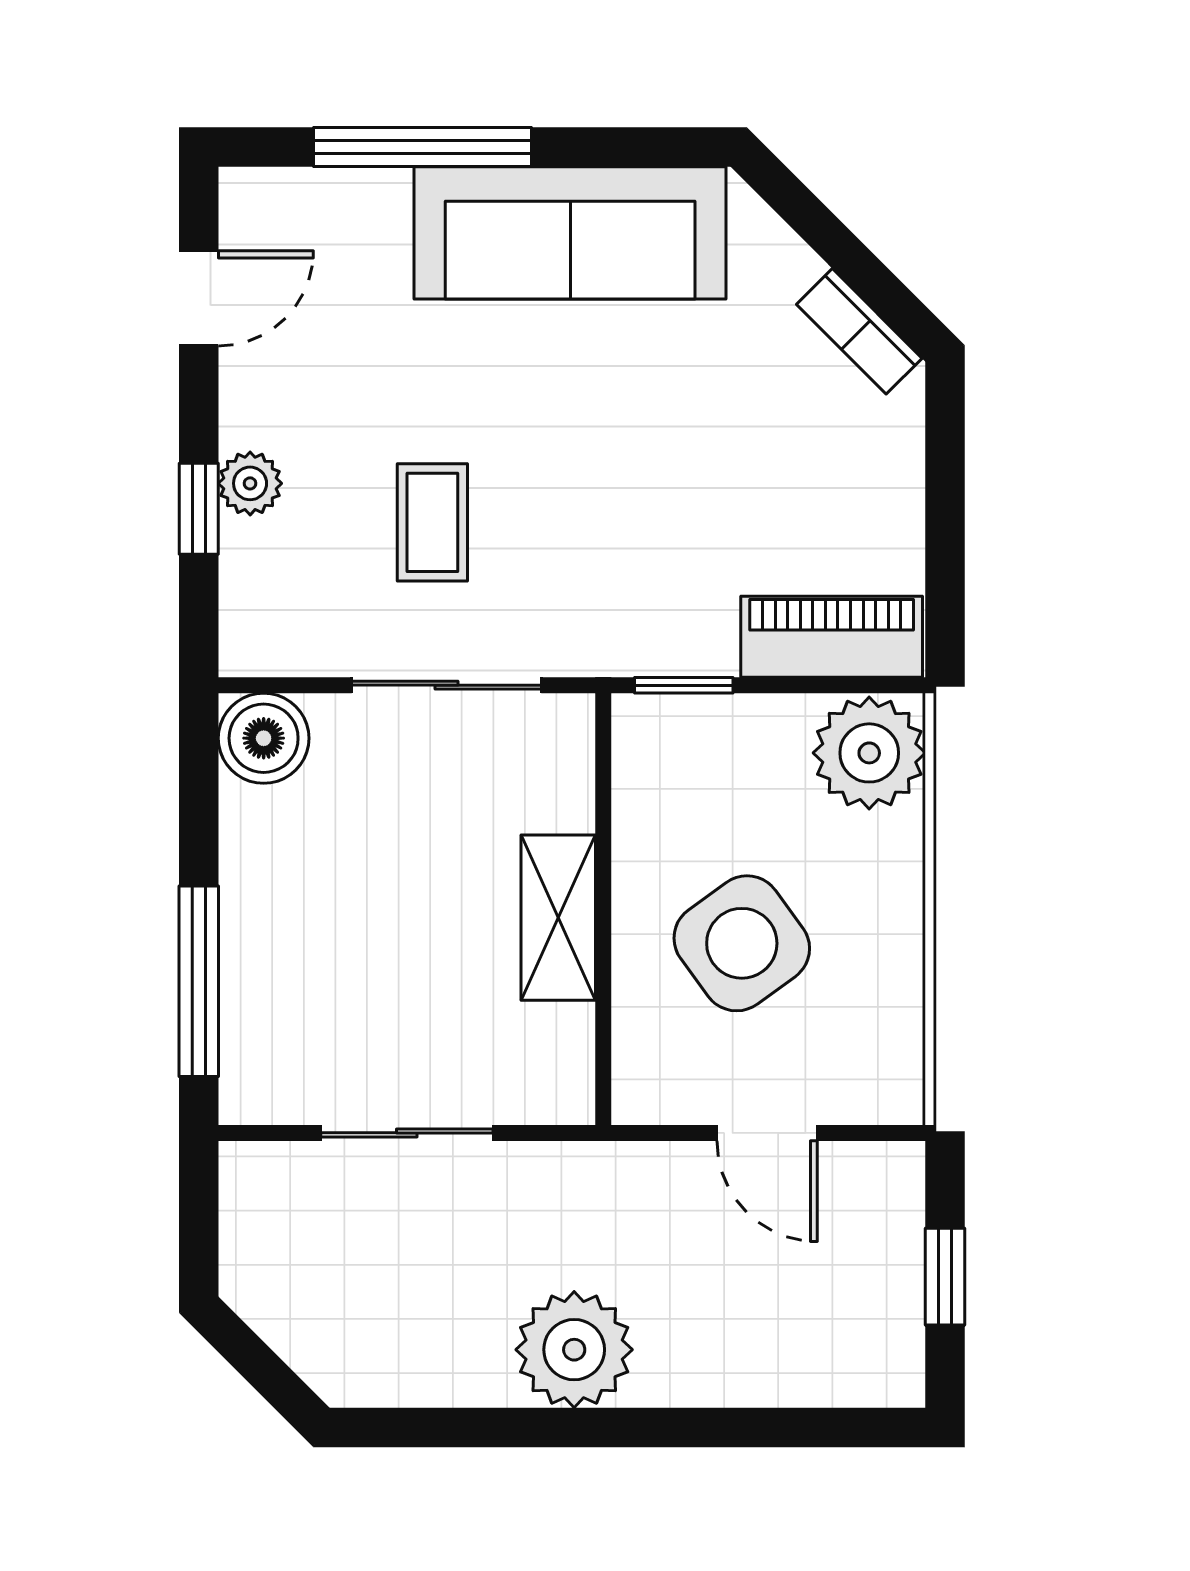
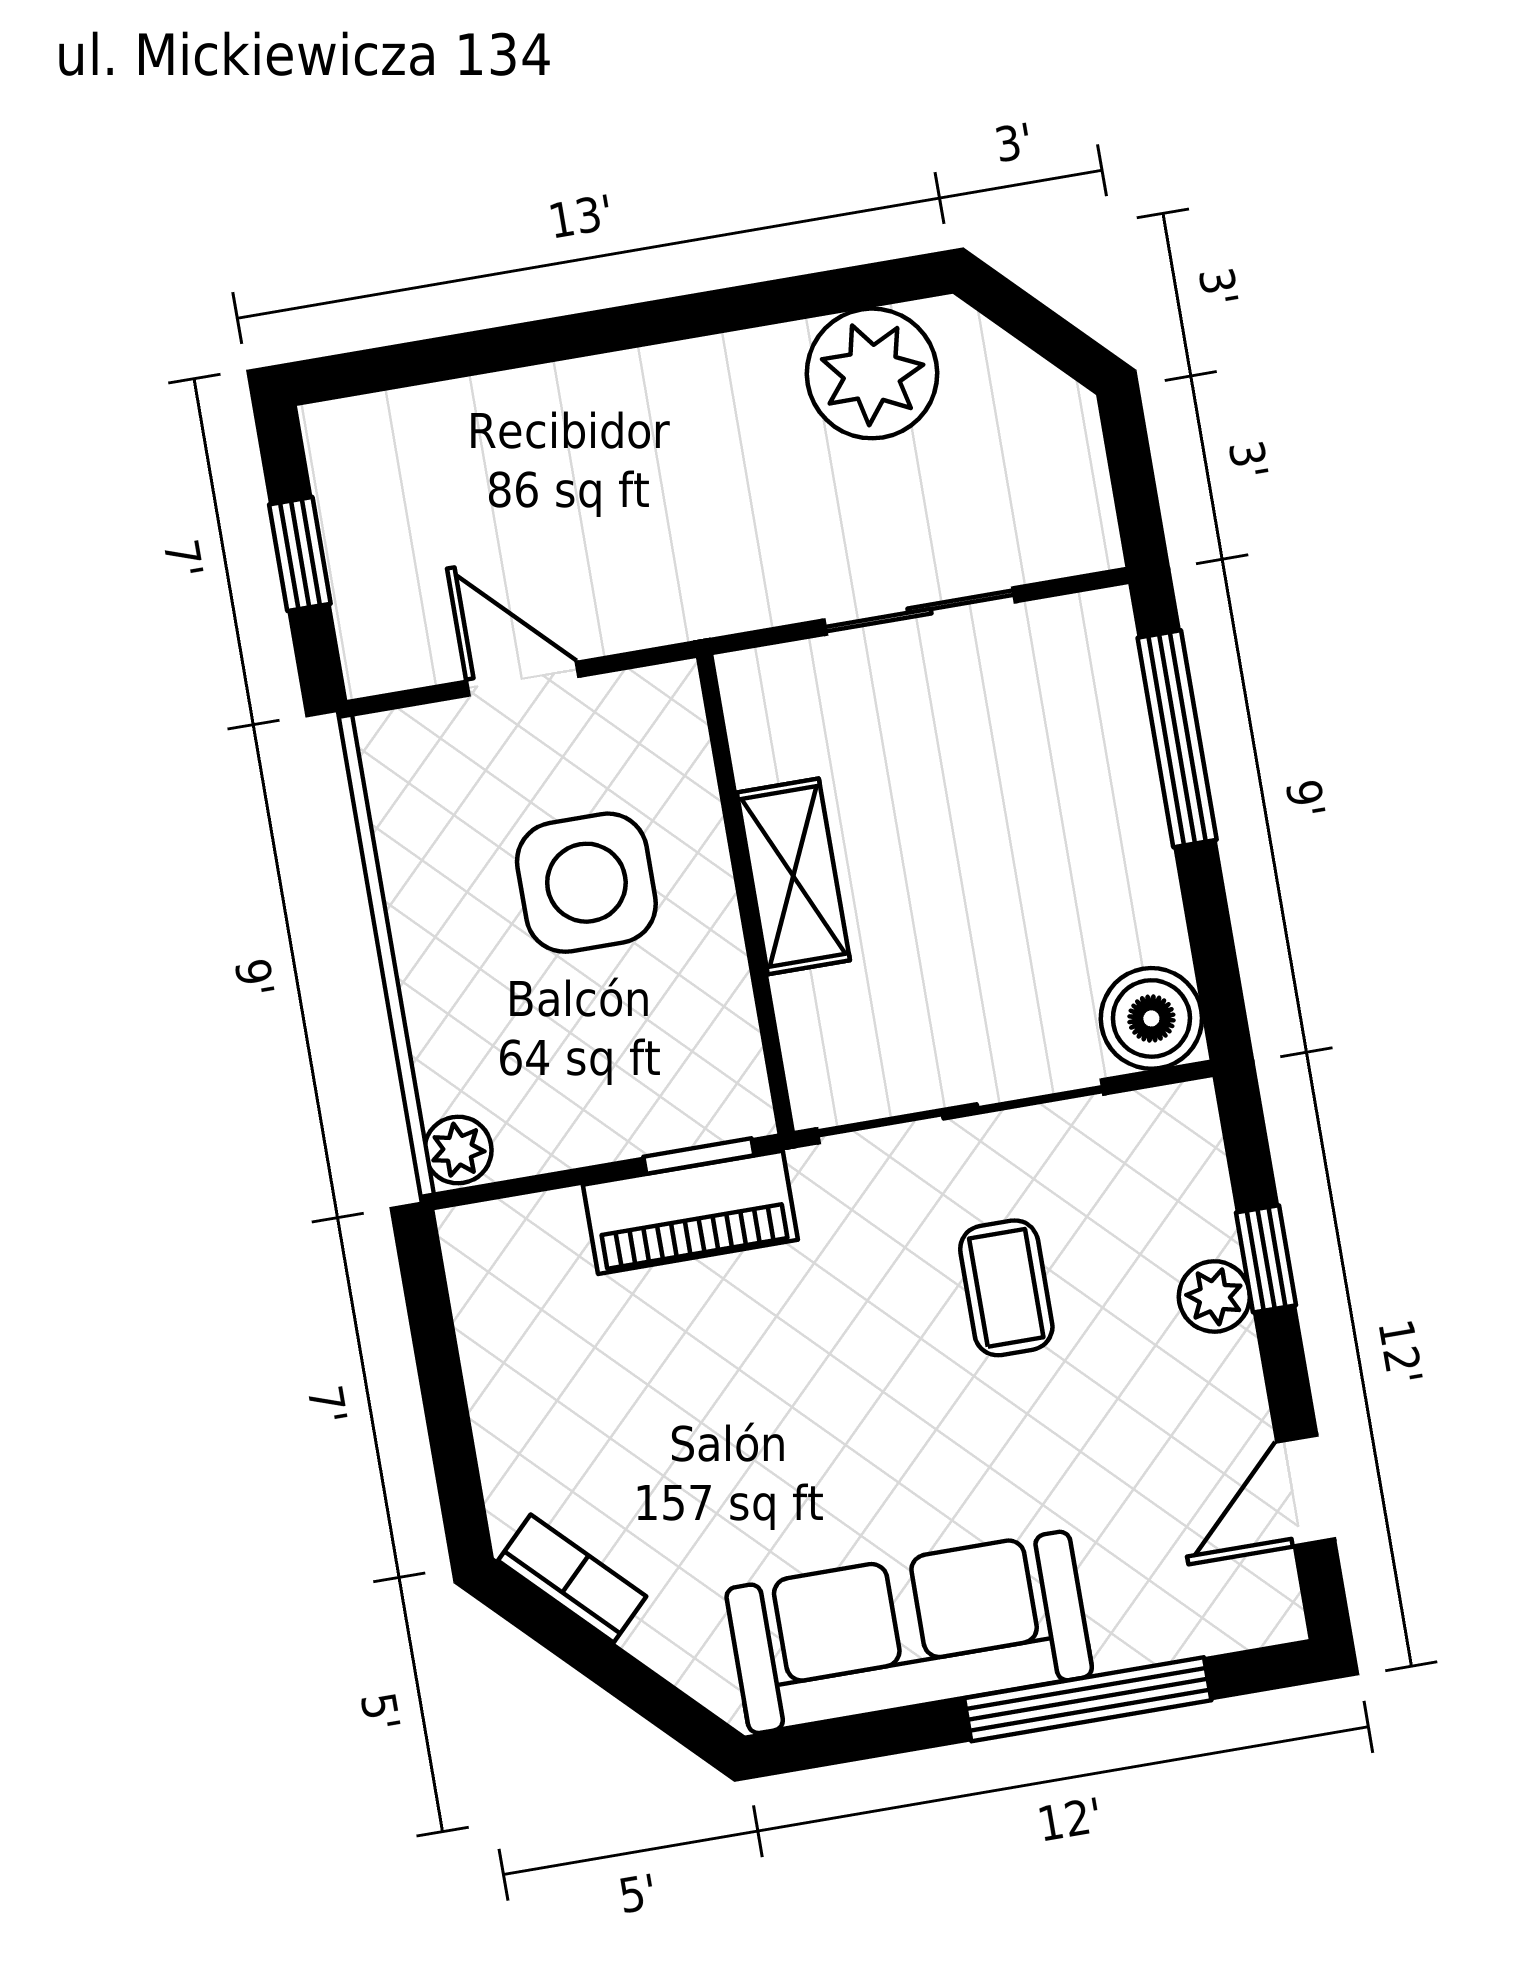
piano: (832, 637) -> (690, 1212), moved
sliding door: (446, 685) -> (960, 1111), width x1.37
plant: (869, 753) -> (458, 1150), width x0.53, depth x0.53
side table: (742, 943) -> (586, 883), turned 36
plant: (574, 1350) -> (872, 373), moved

